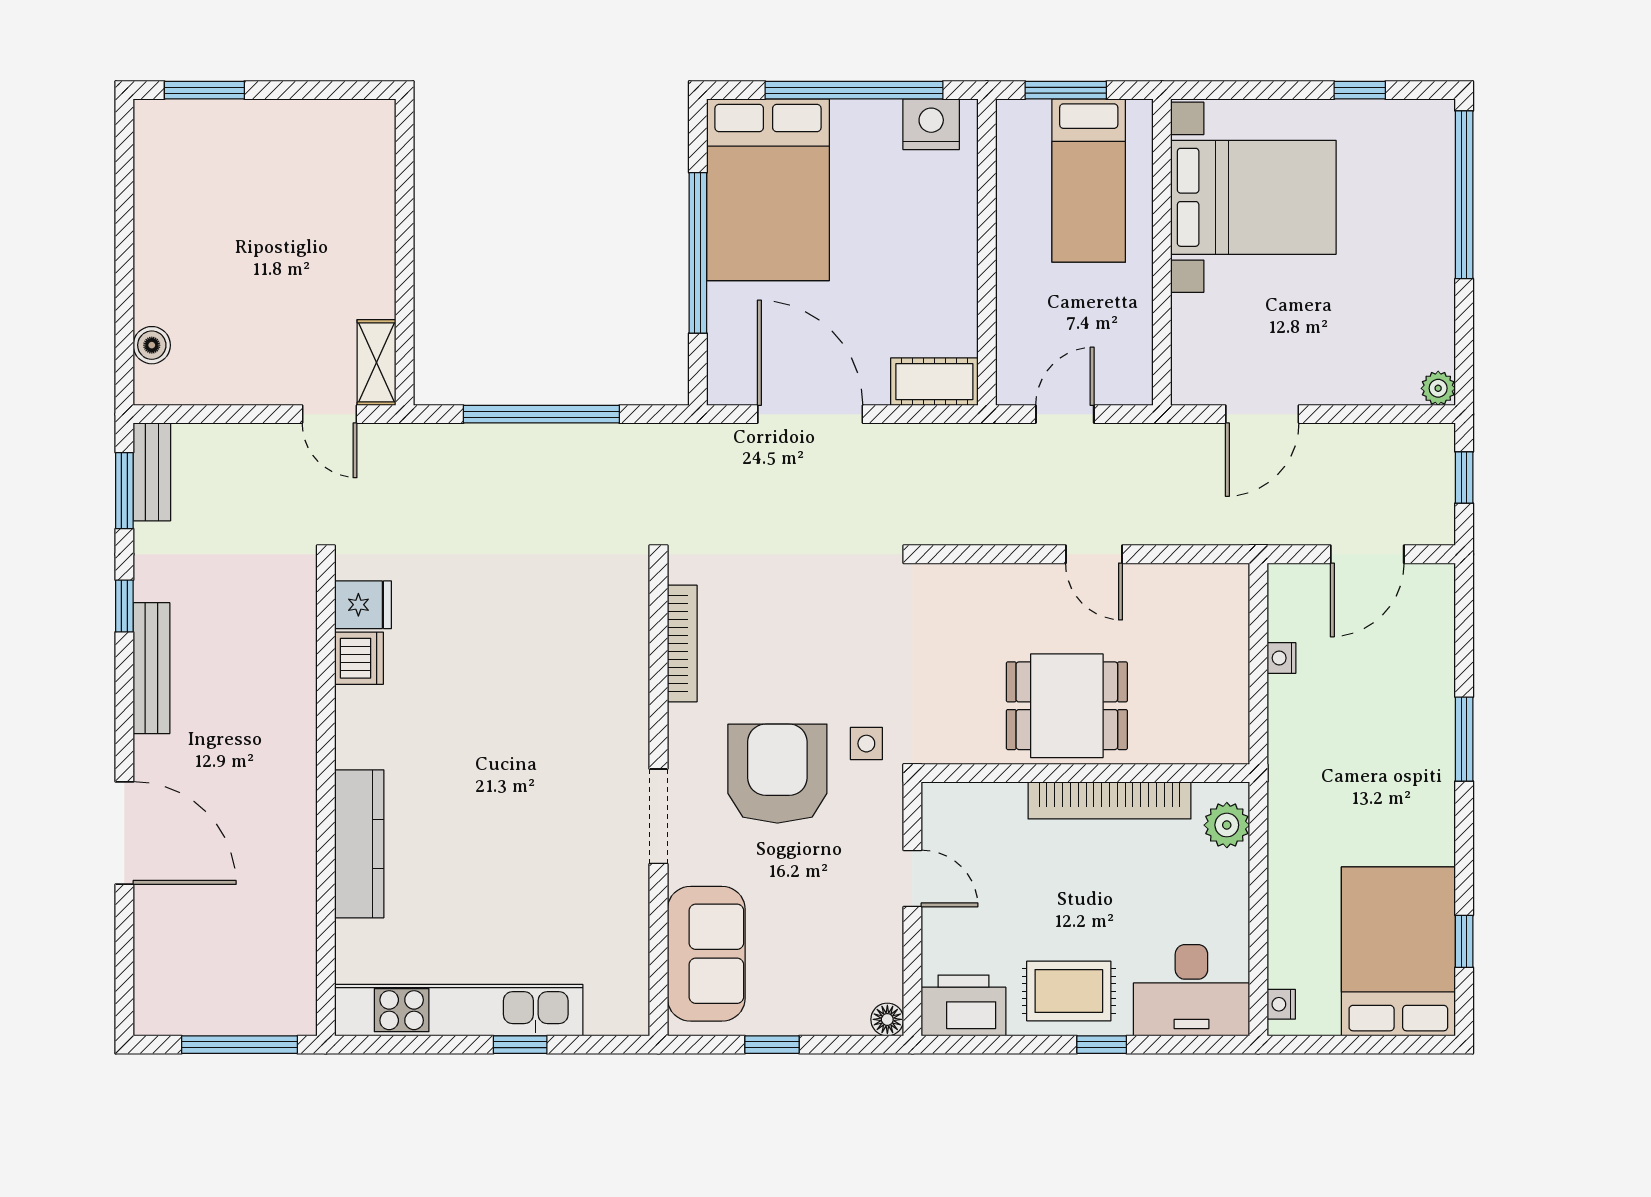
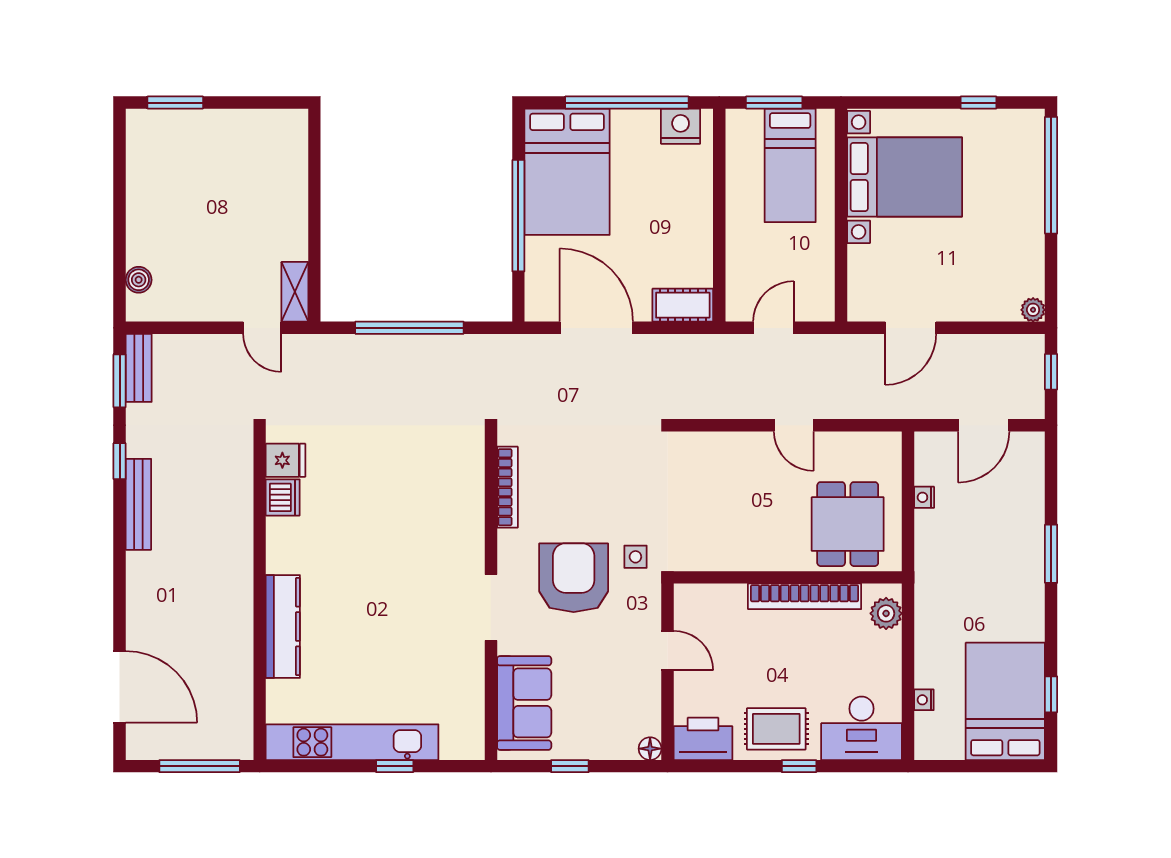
dining table: (1067, 706) -> (848, 524), moved, turned 90
door: (124, 833) -> (120, 687), moved
nightstand: (1281, 1004) -> (924, 700), moved

